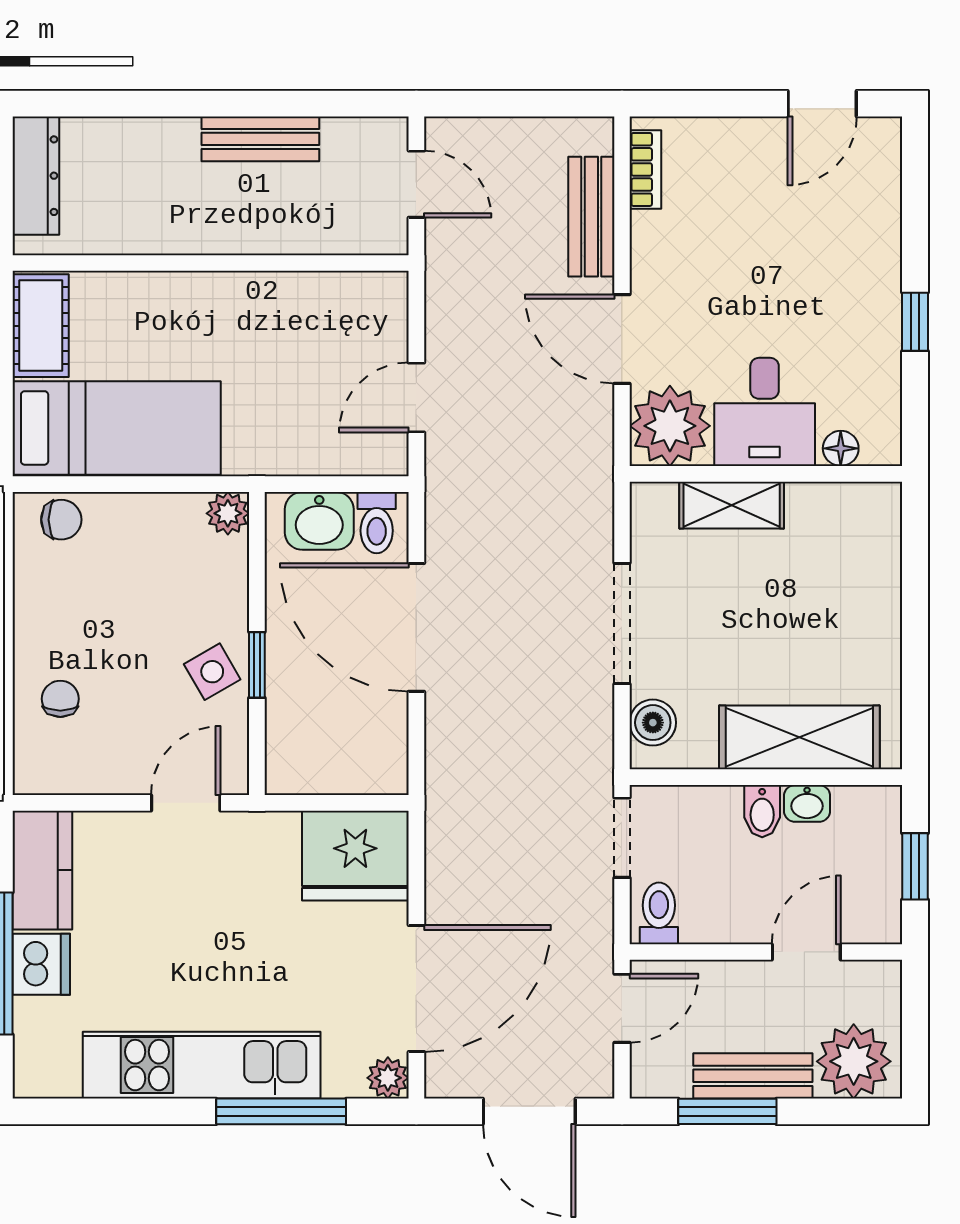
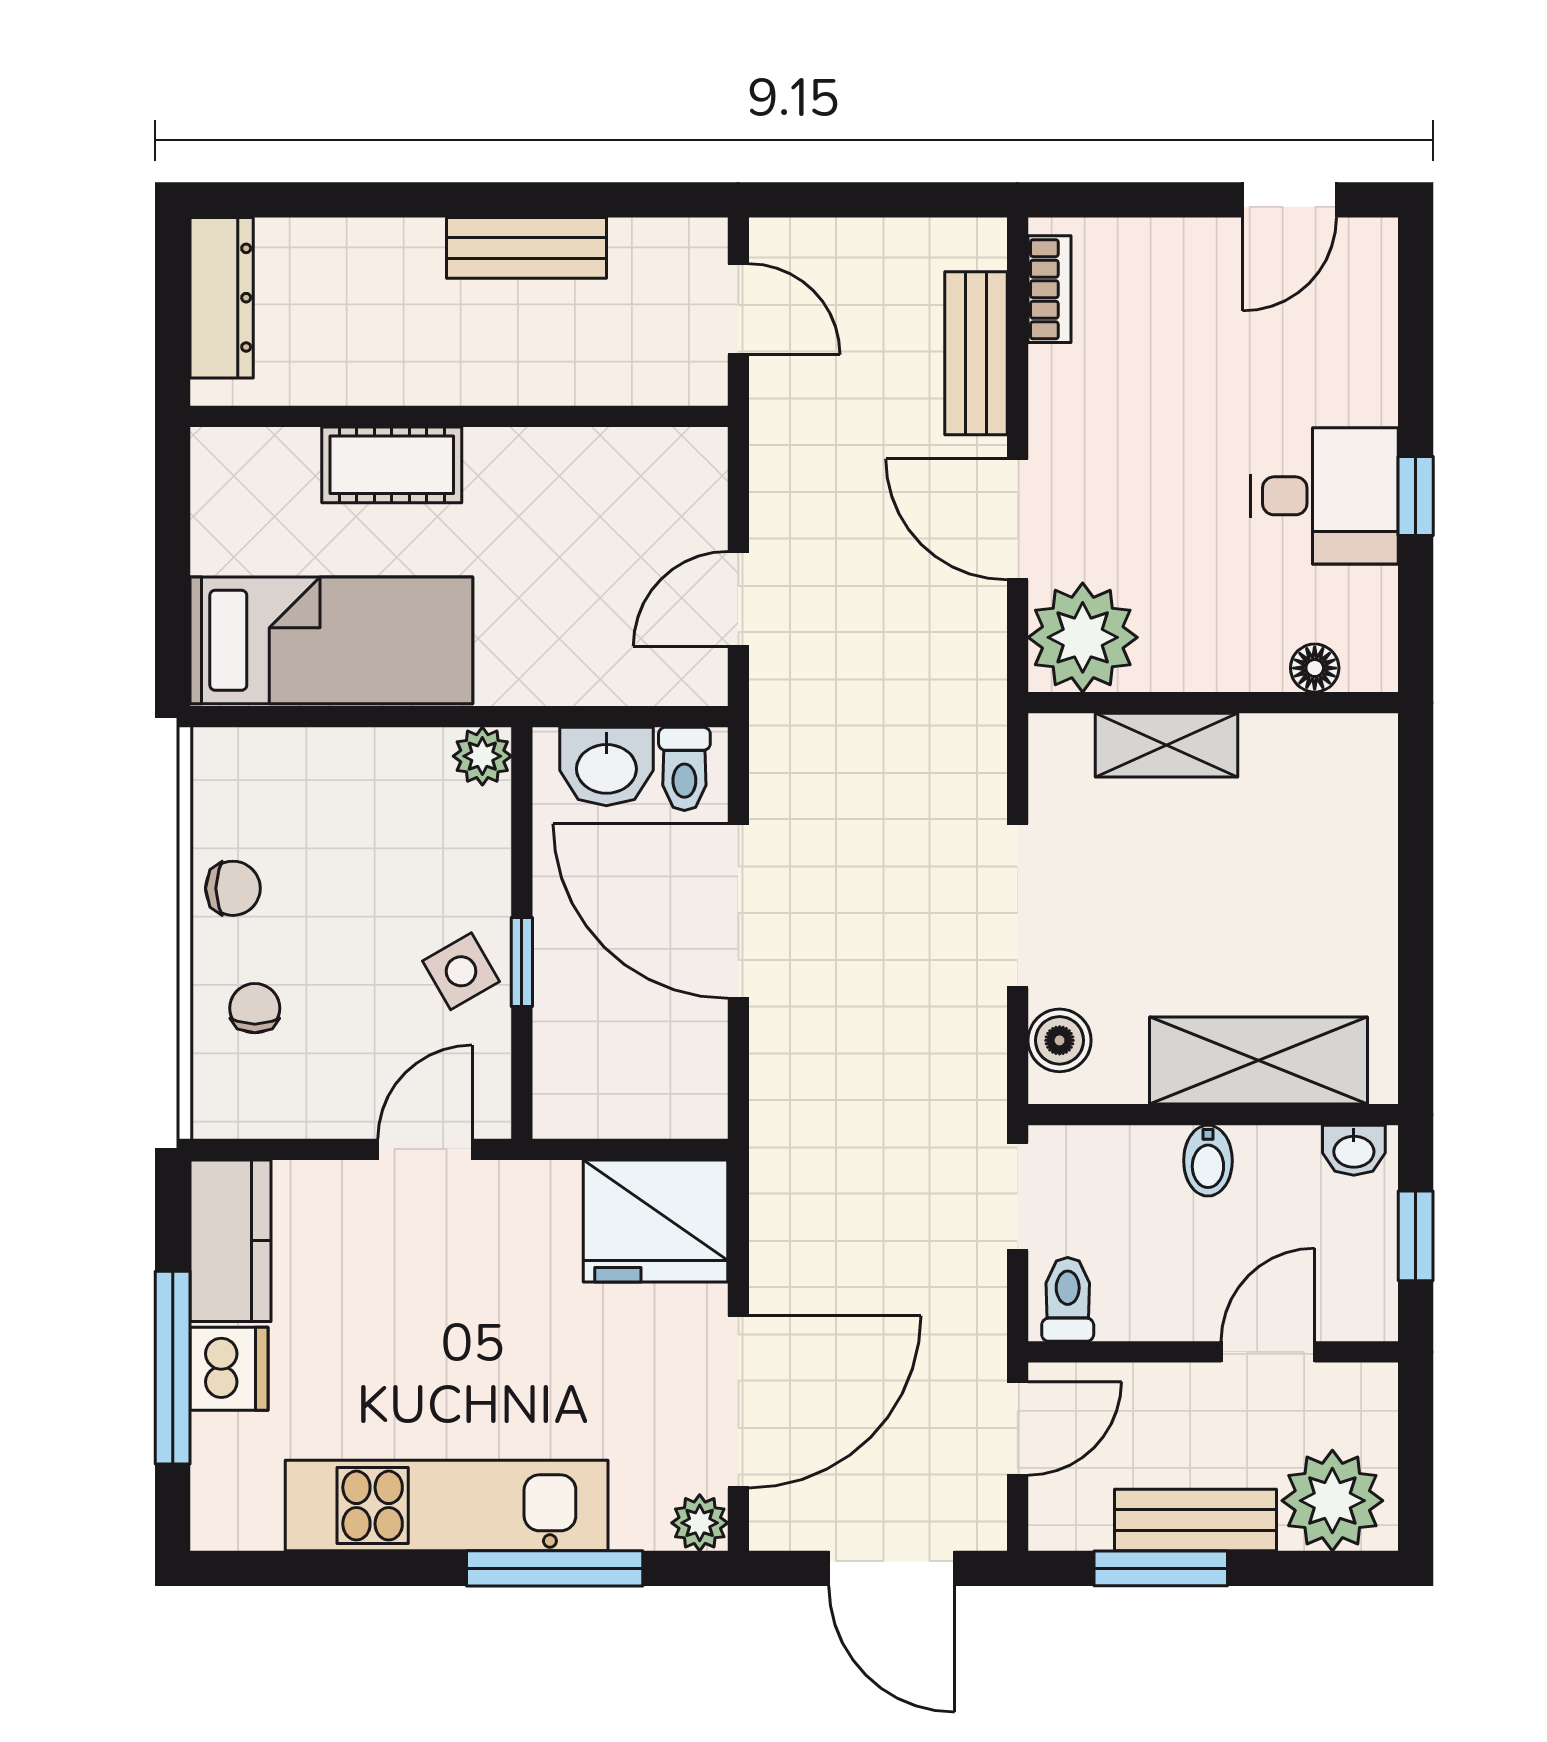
cot: (41, 326) -> (392, 465), moved, turned 90
desk: (765, 412) -> (1325, 496), moved, turned -90
chair: (61, 520) -> (233, 888), moved
washbasin: (807, 803) -> (1354, 1150), moved

